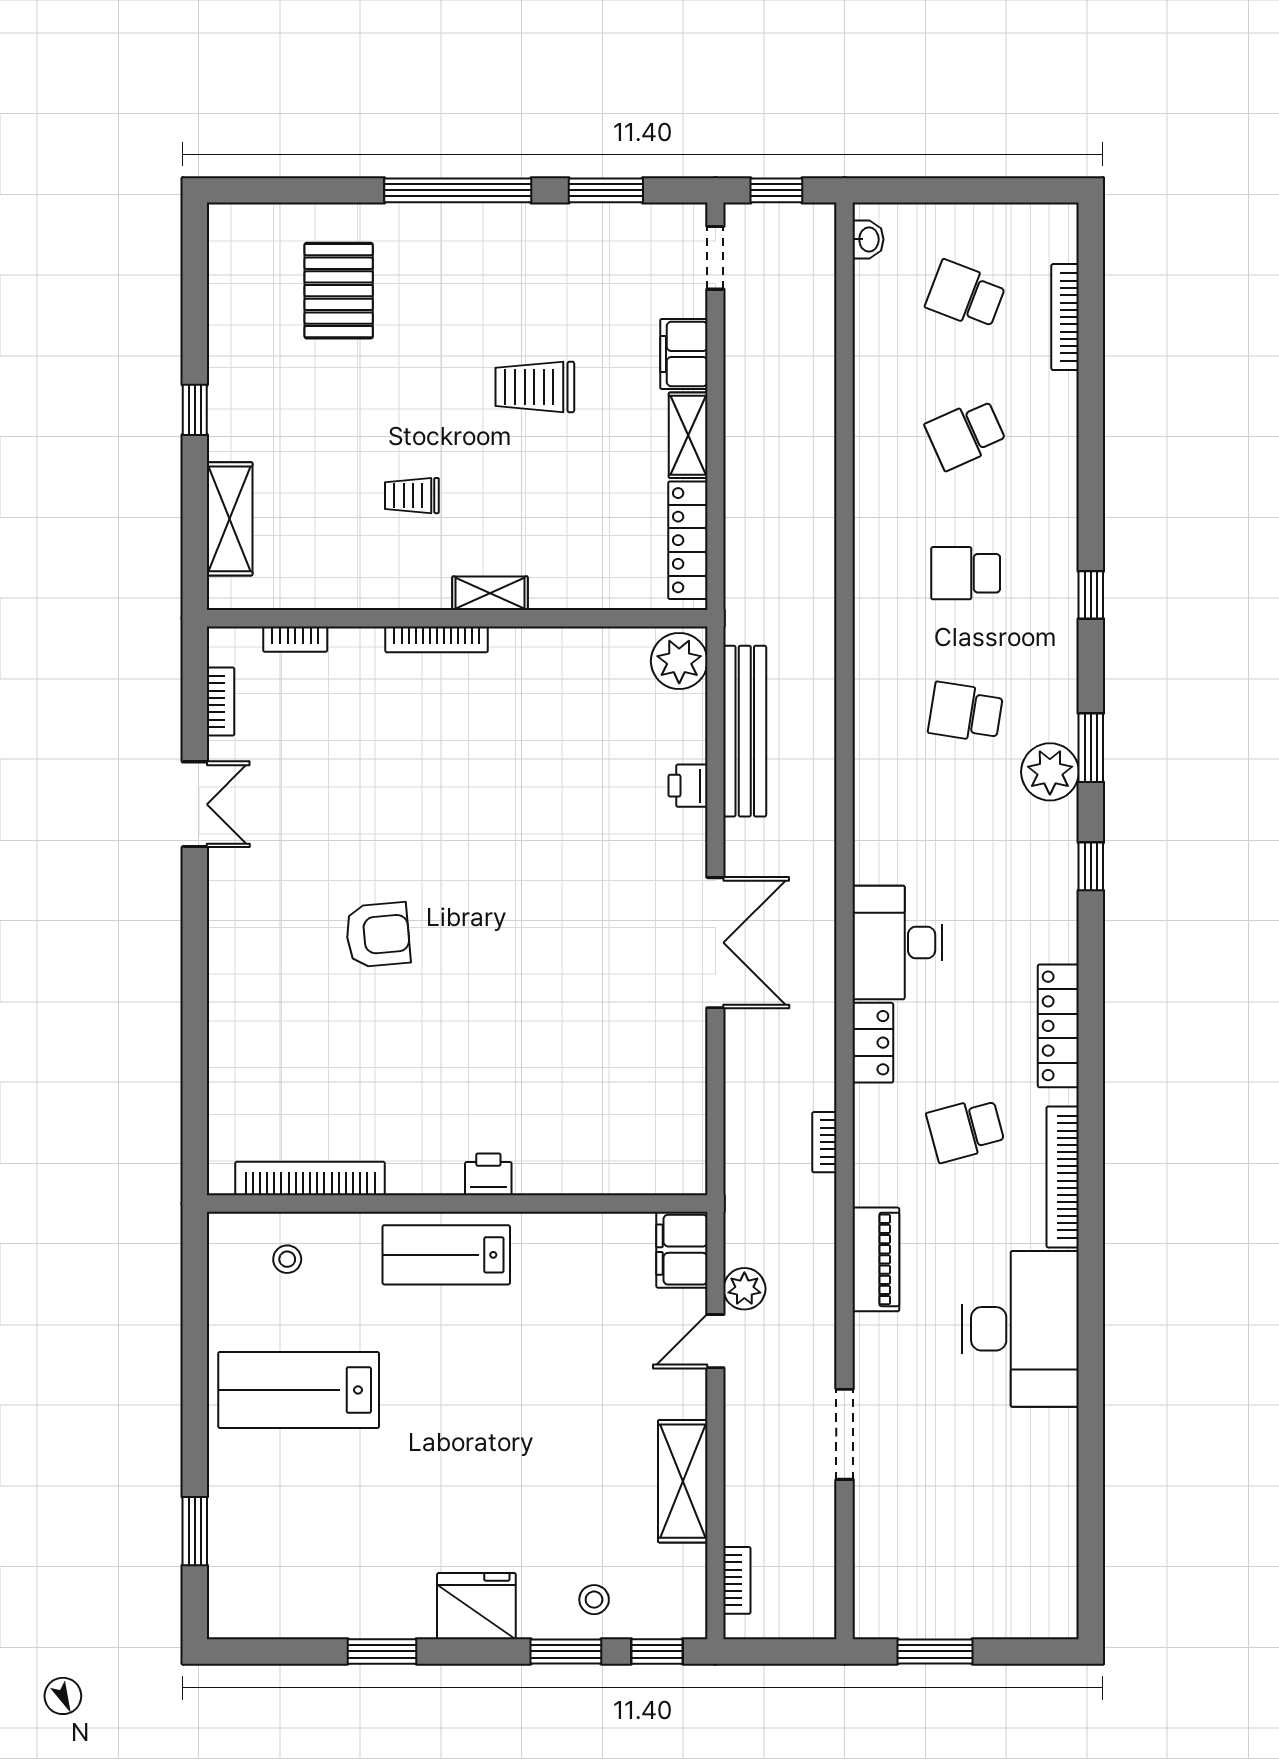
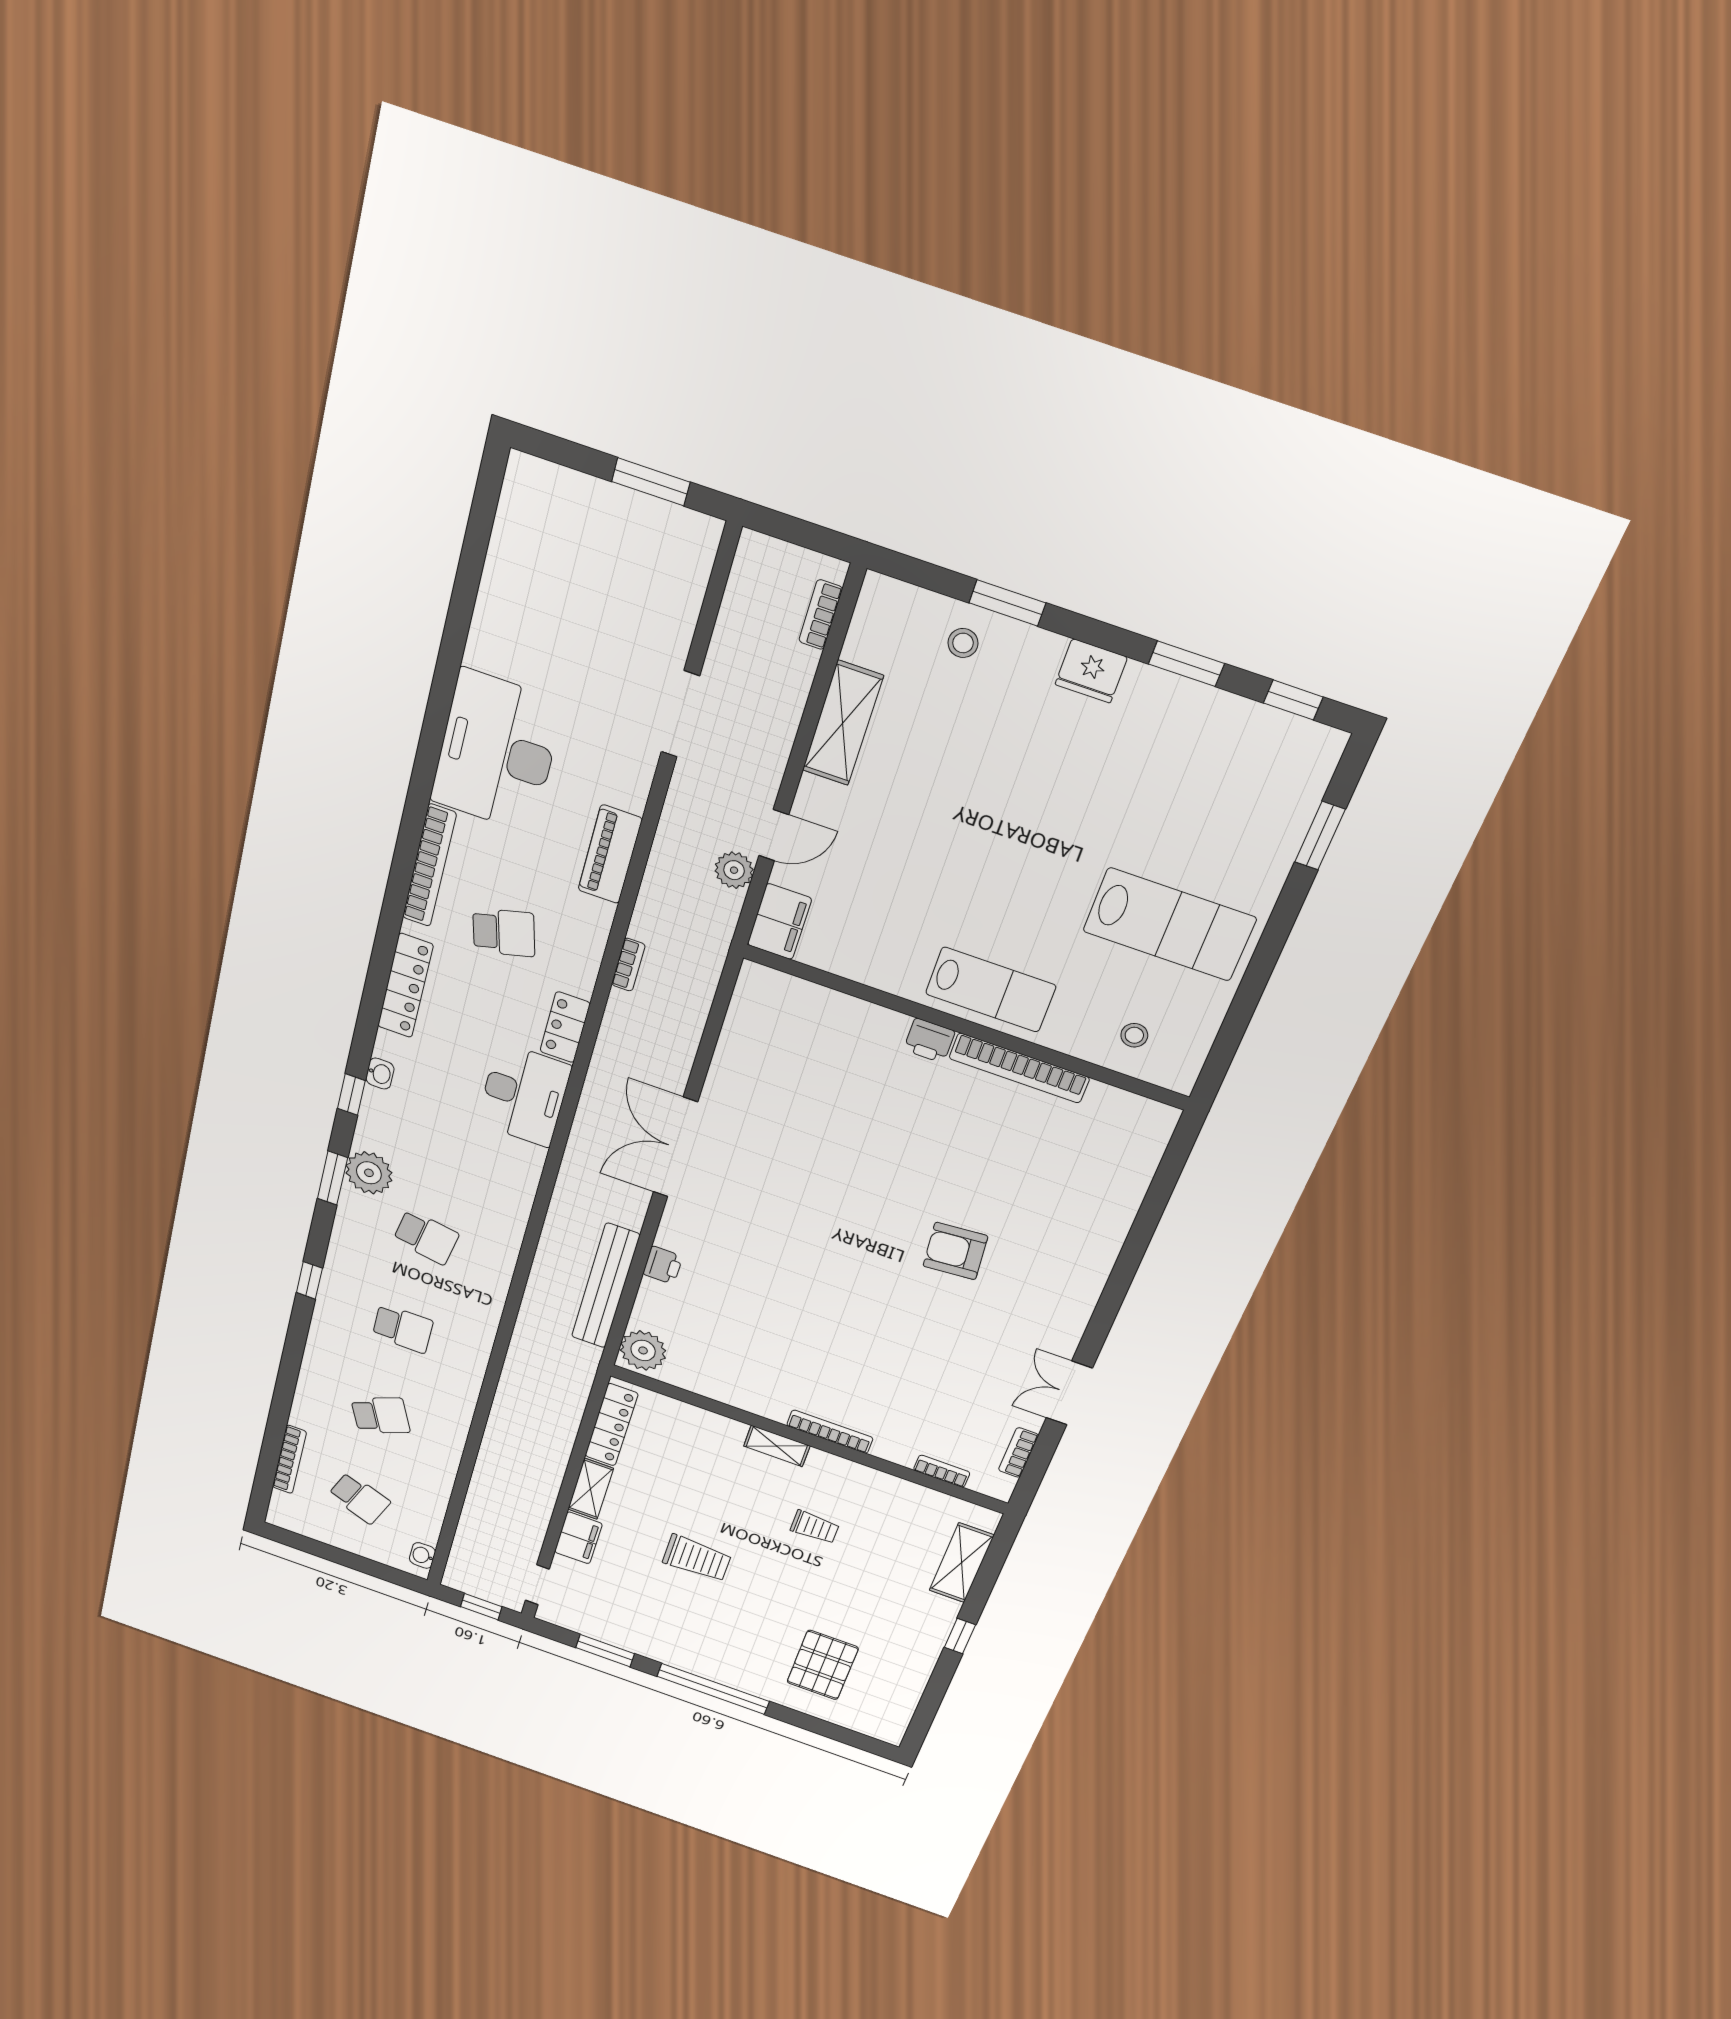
washbasin: (1064, 906) -> (380, 1074), added
bookcase: (310, 1178) -> (1019, 1068), moved
fridge: (476, 1606) -> (1091, 671), width x0.73, depth x0.75
window: (657, 1651) -> (1293, 700), moved

